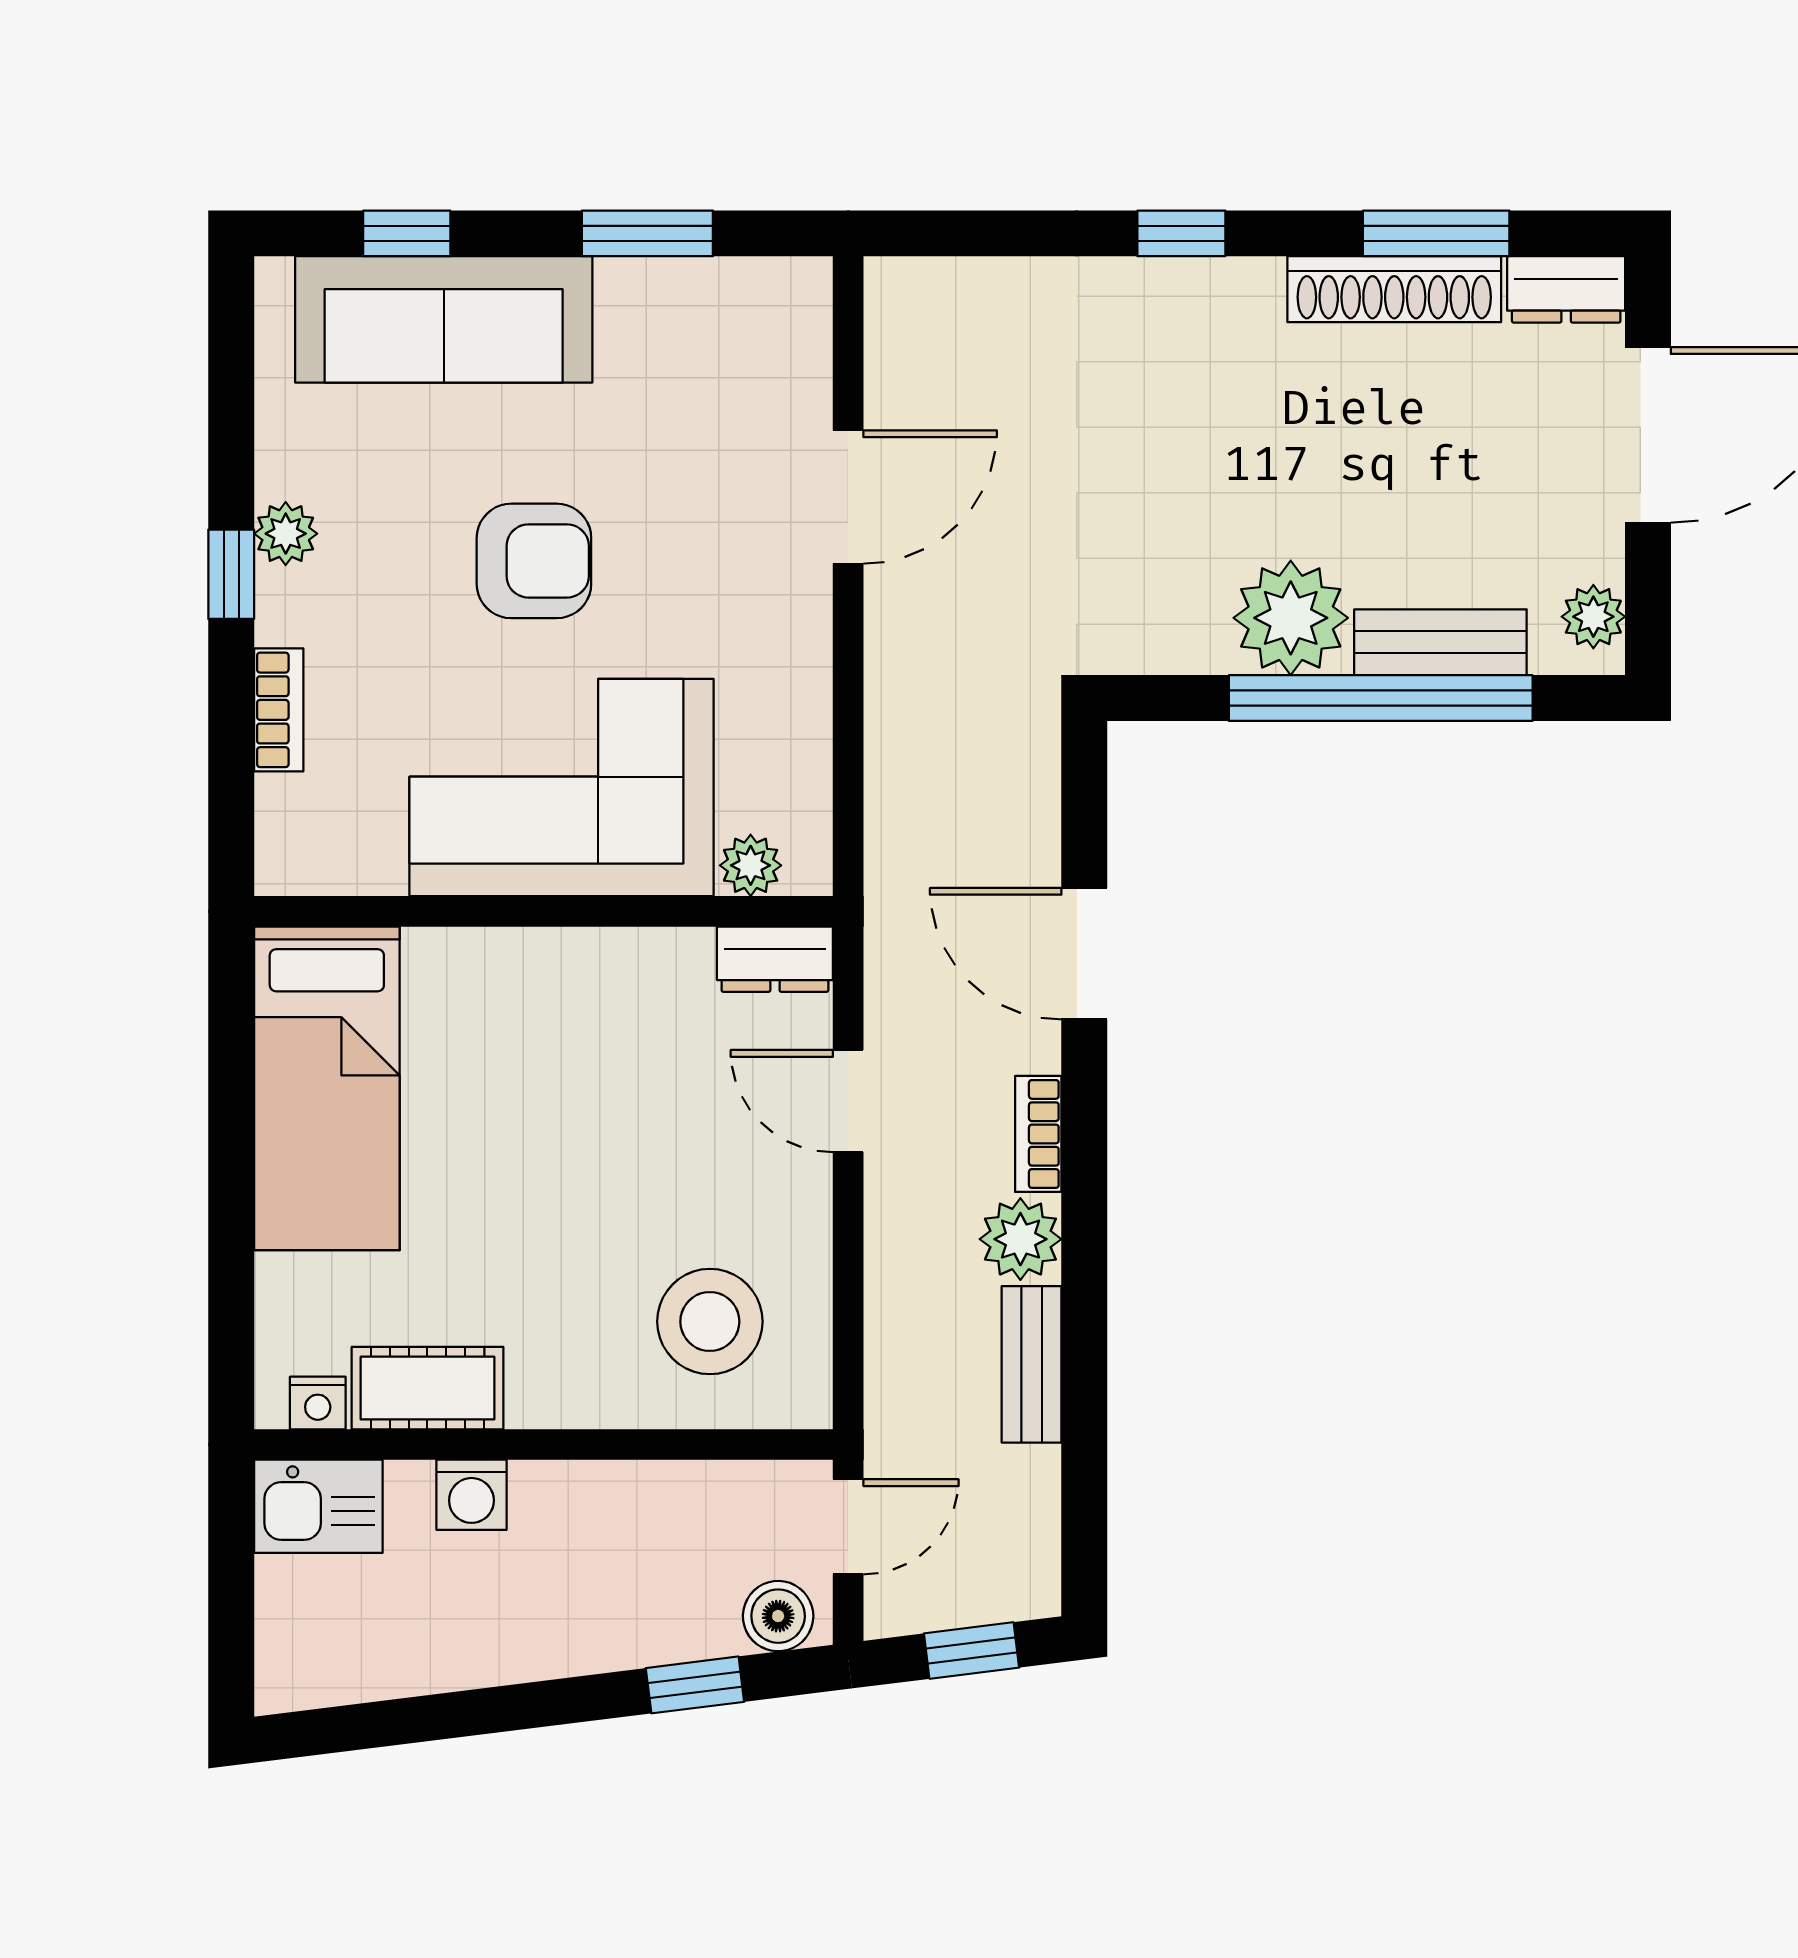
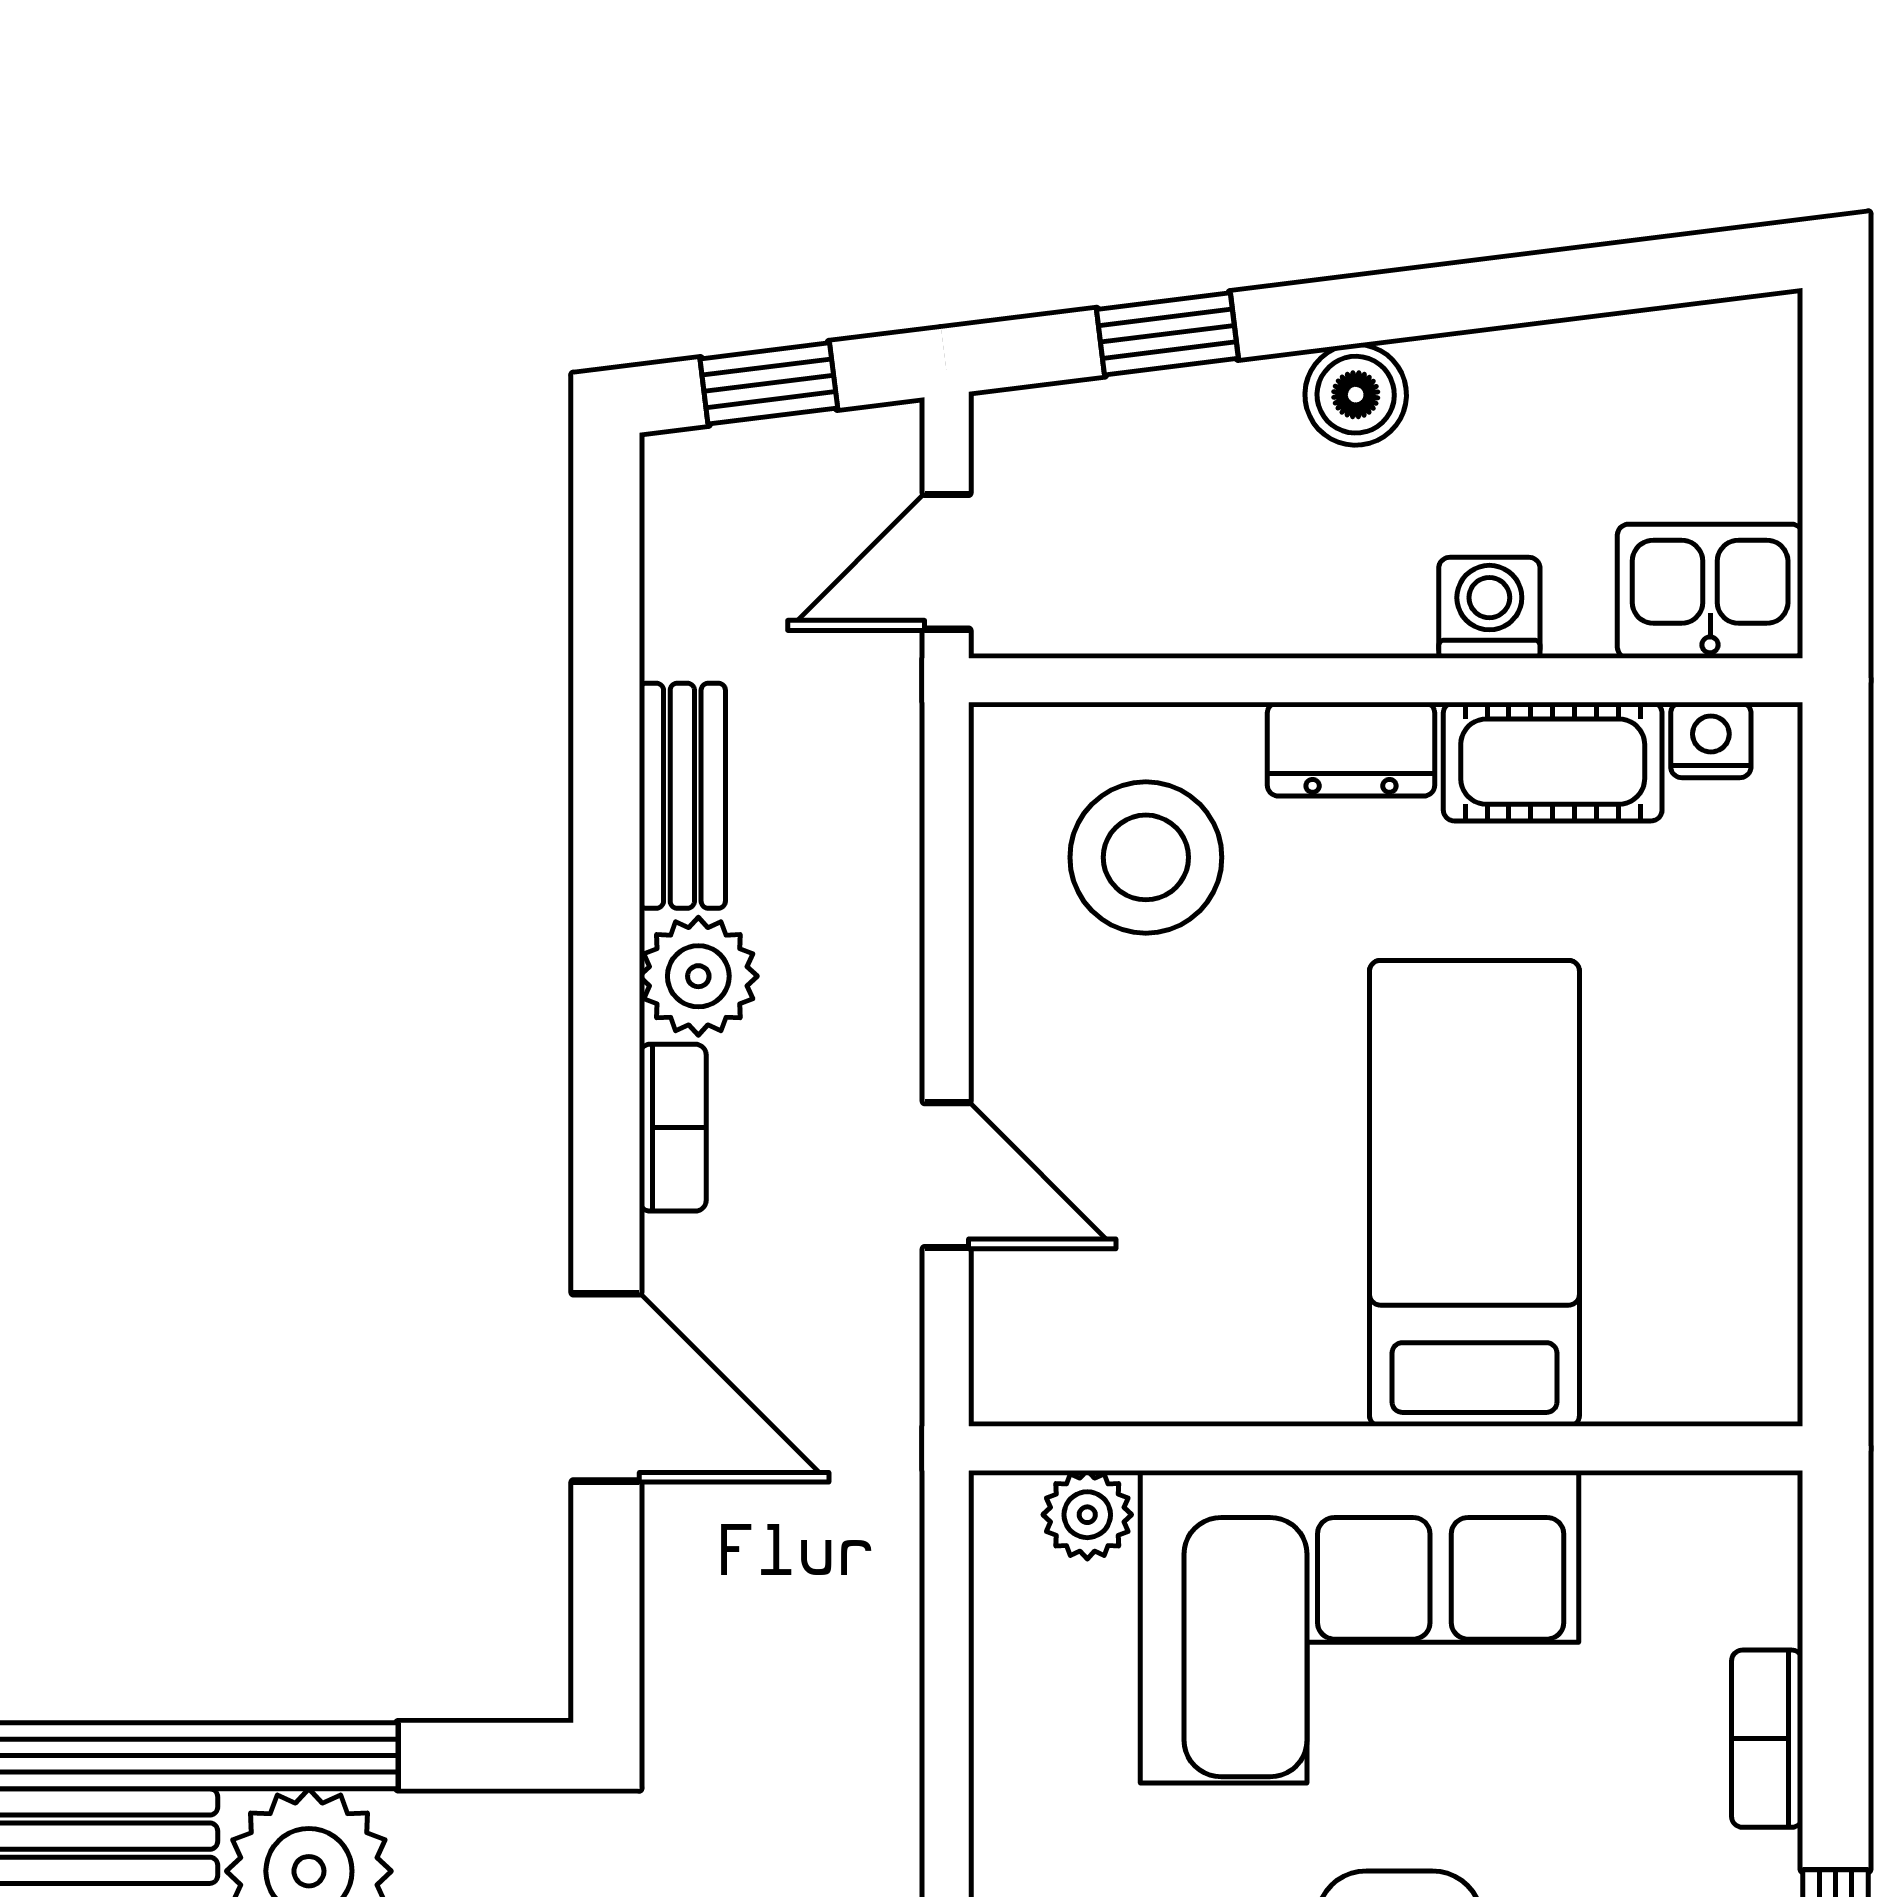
dresser: (775, 959) -> (1351, 749), moved, turned 180
bed: (327, 1088) -> (1474, 1193), moved
boiler: (778, 1616) -> (1356, 395), moved

